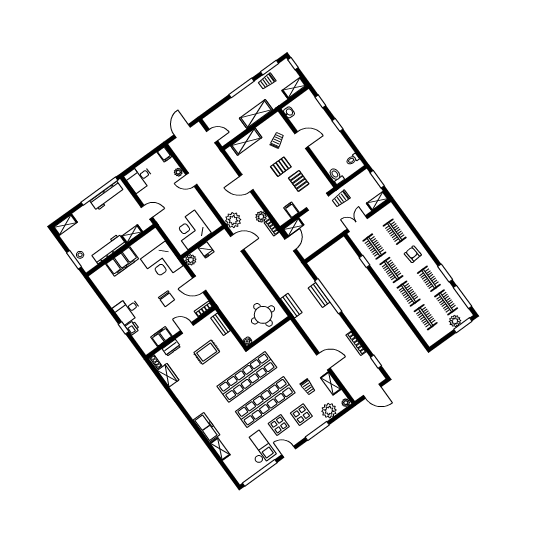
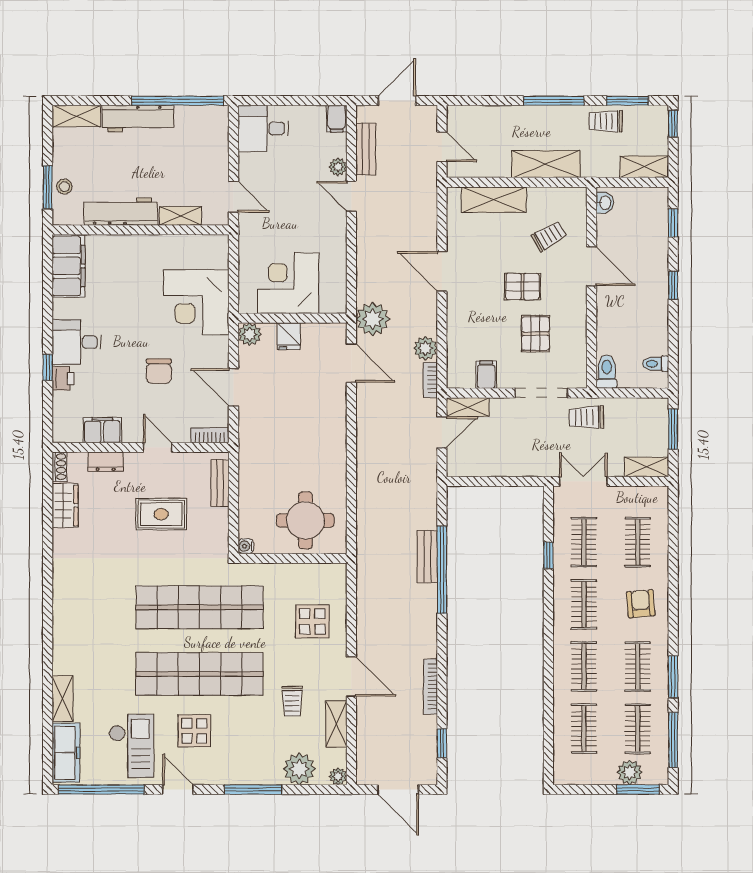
workbench: (107, 196) -> (138, 119), moved
filing cabinet: (122, 261) -> (69, 266), moved, turned -90
bench: (291, 306) -> (366, 149), moved
display table: (301, 415) -> (312, 621), moved
freezer: (206, 427) -> (66, 753), moved

